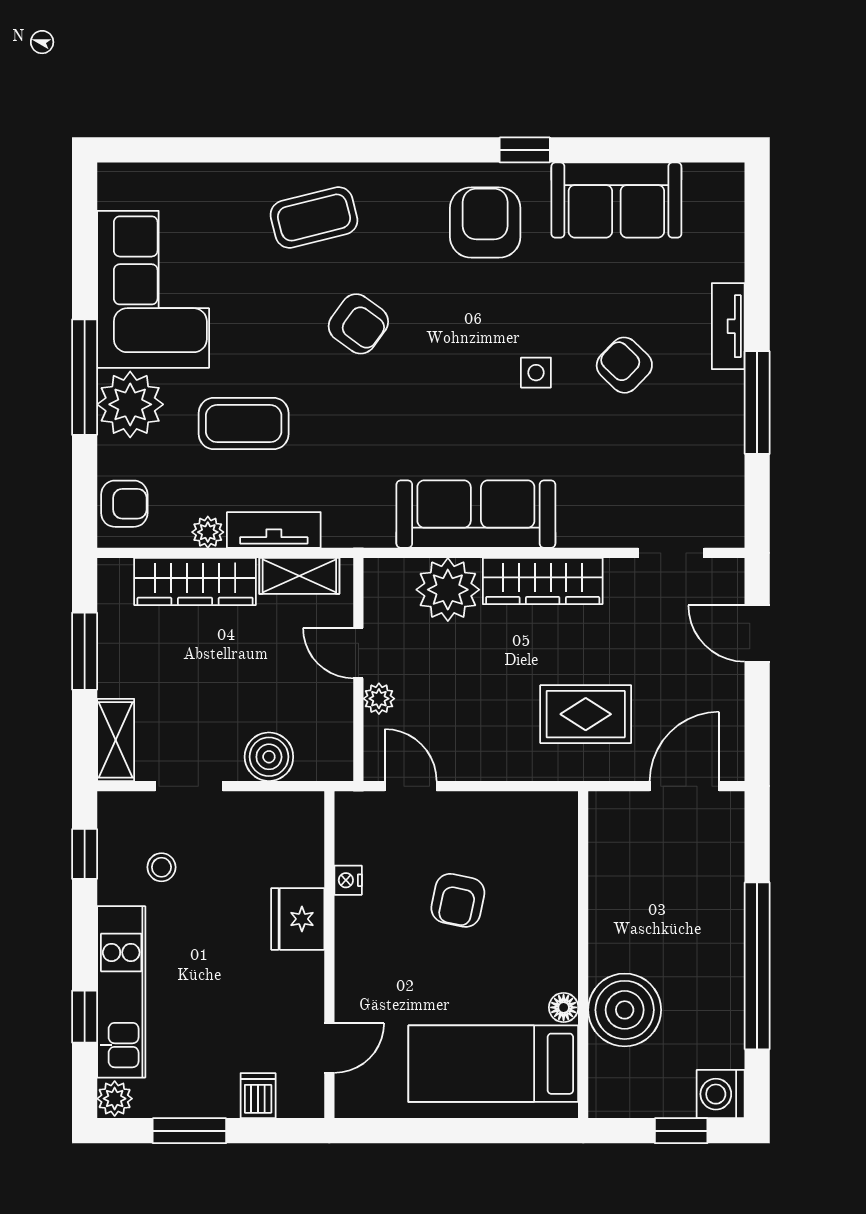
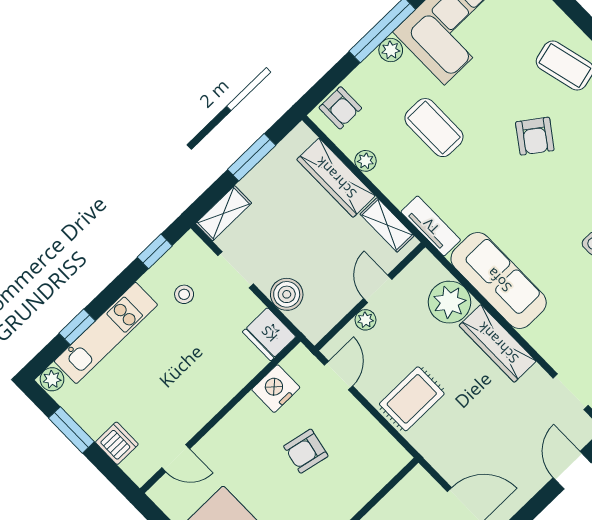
plant: (130, 404) -> (391, 50), width x0.53, depth x0.53
tv unit: (274, 530) -> (431, 226), moved
rug: (586, 714) -> (412, 399), moved, turned 90
nightstand: (348, 880) -> (276, 389), width x1.89, depth x1.79
fridge: (298, 919) -> (269, 334), moved, turned -90
dishwasher: (258, 1096) -> (117, 443), width x1.38

